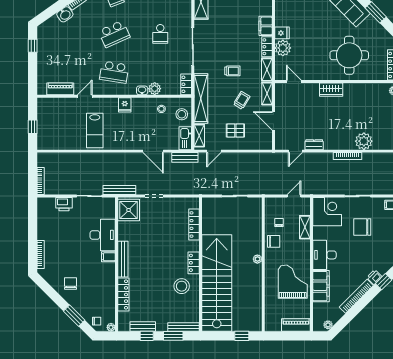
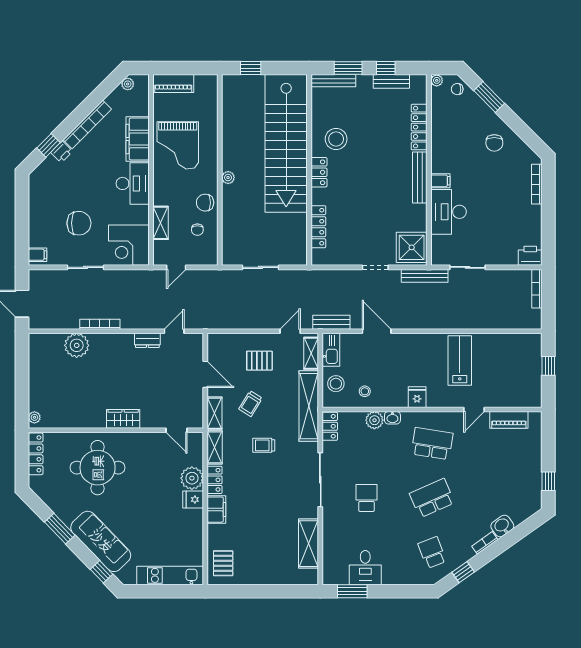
printer: (64, 204) -> (530, 256), moved

